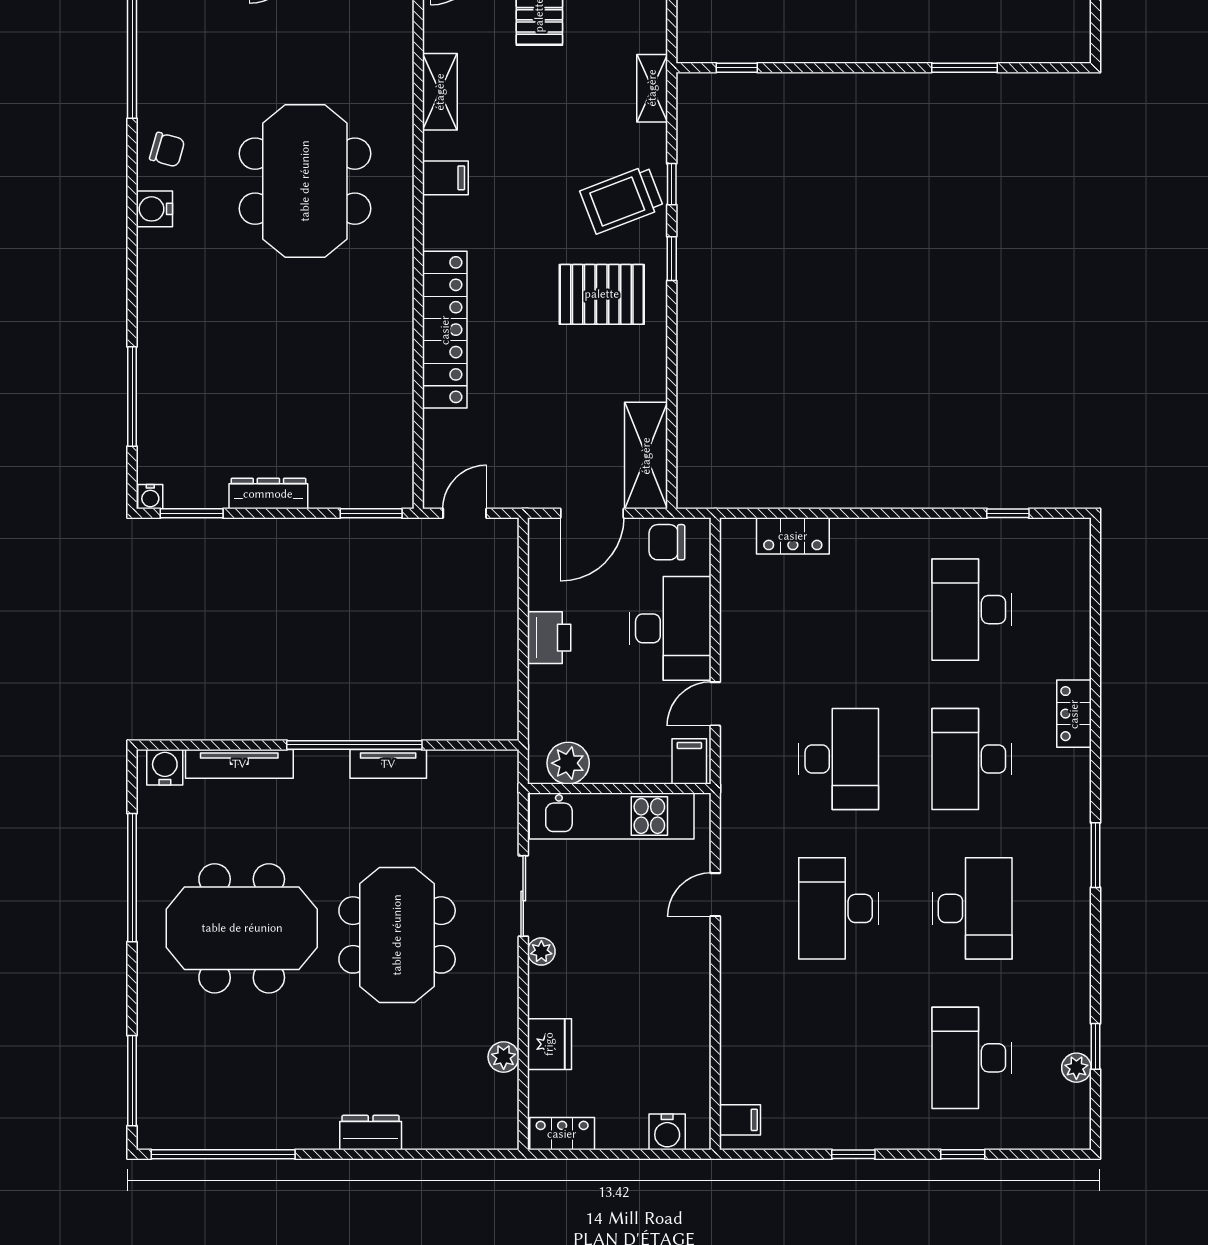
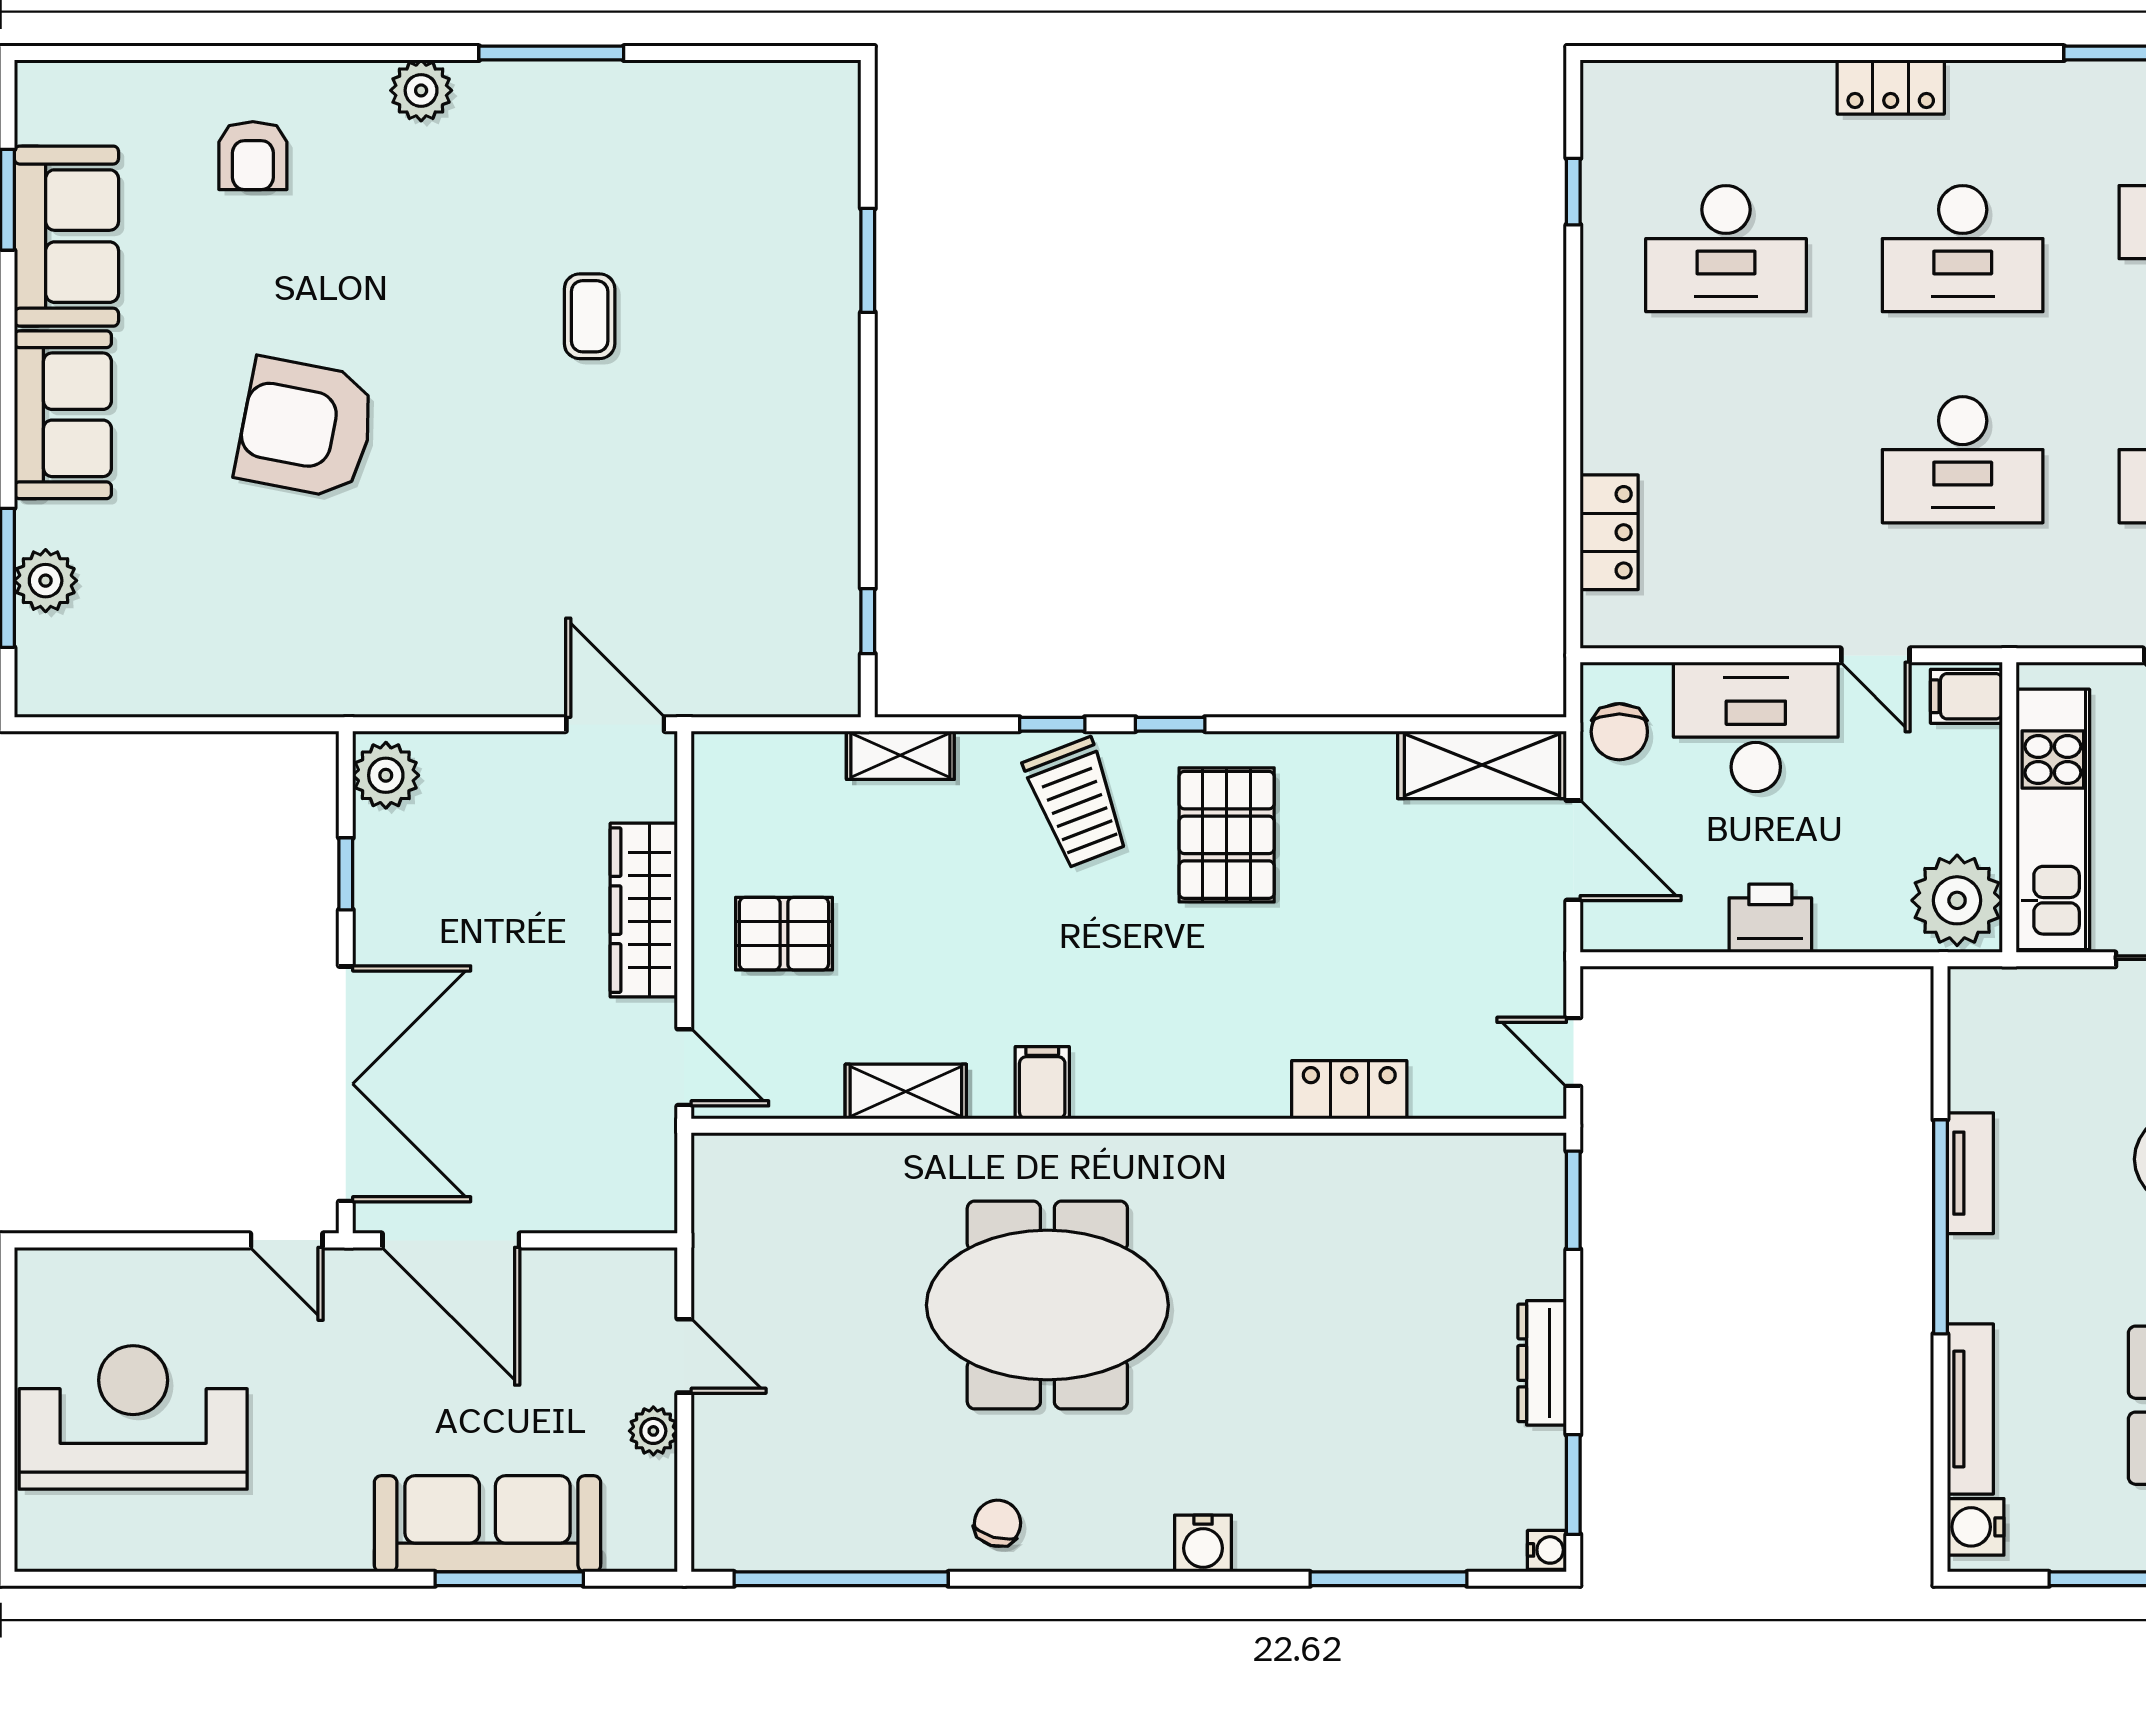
water cooler: (154, 209) -> (1203, 1543), moved
locker: (445, 330) -> (1349, 1090), width x0.46, depth x0.83
desk: (839, 759) -> (1963, 460), turned 180
plant: (568, 763) -> (1957, 900), width x1.36, depth x1.36

